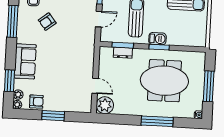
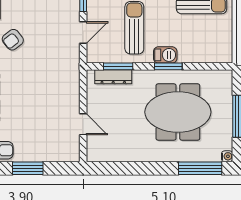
dresser: (123, 53) -> (113, 77), width x1.44
plant: (105, 105) -> (98, 150), removed
window: (157, 121) -> (200, 168), moved

